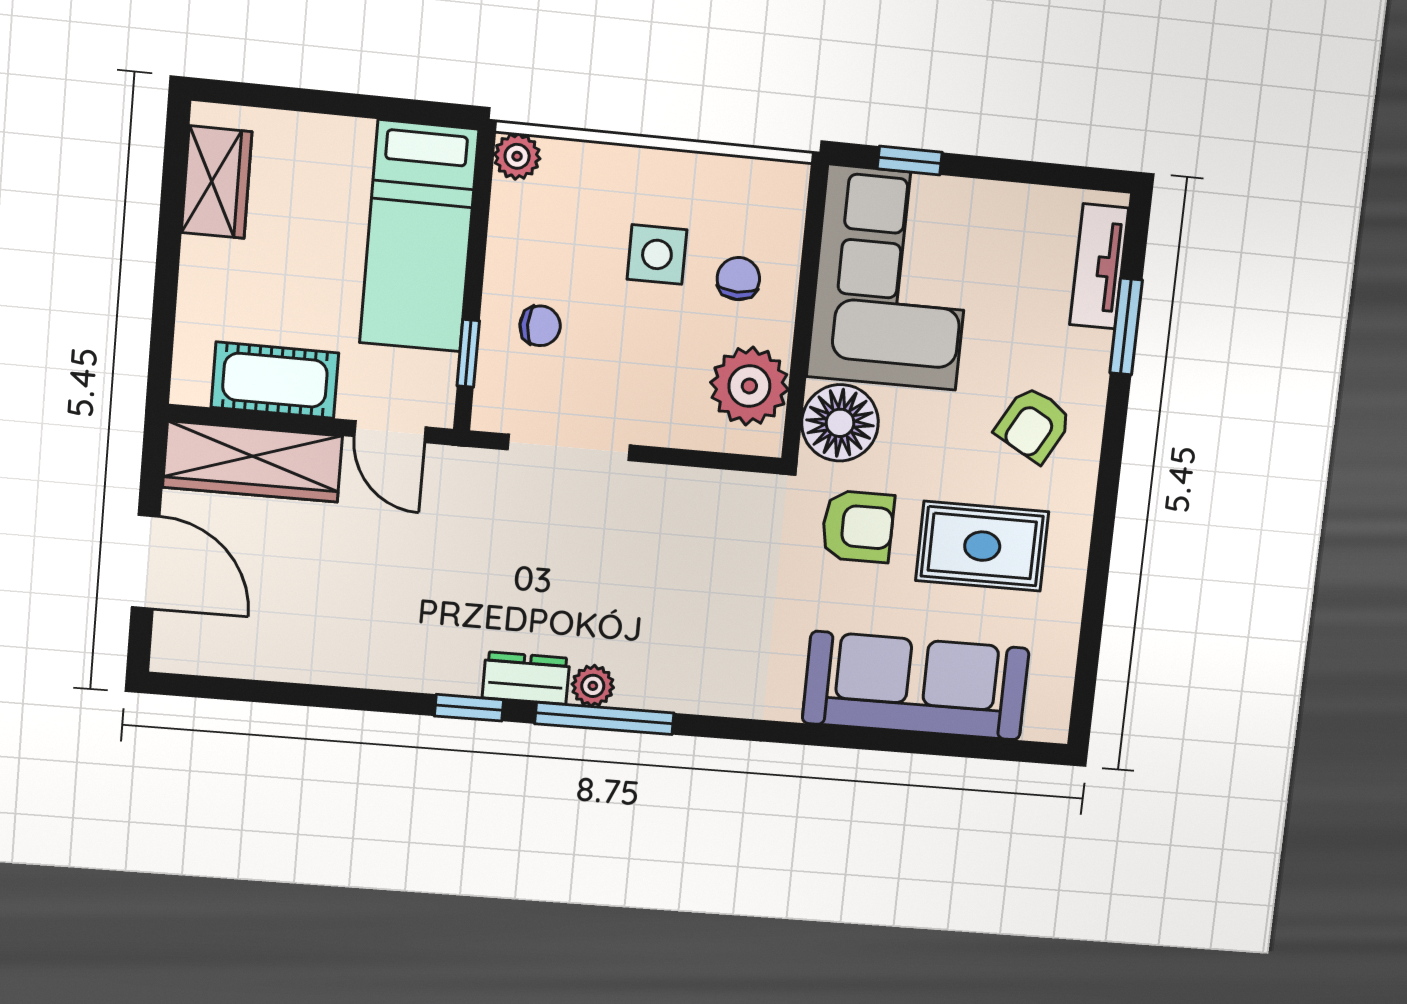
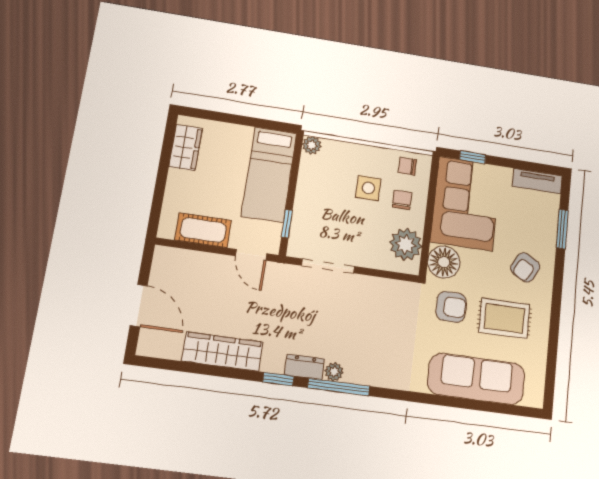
tv unit: (1099, 266) -> (537, 181), moved, turned -90
chair: (540, 326) -> (407, 166), moved, turned 180
wardrobe: (253, 462) -> (223, 352), moved, turned 180

